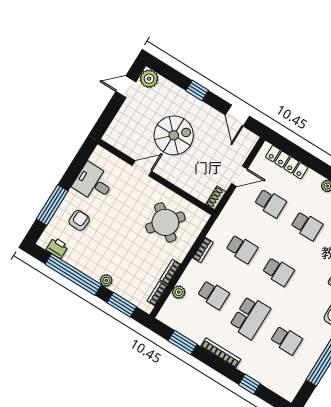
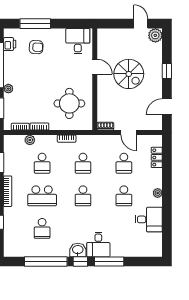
locker: (287, 162) -> (157, 157), width x0.66
desk: (93, 183) -> (78, 41), moved
round table: (165, 222) -> (69, 103), turned -38

